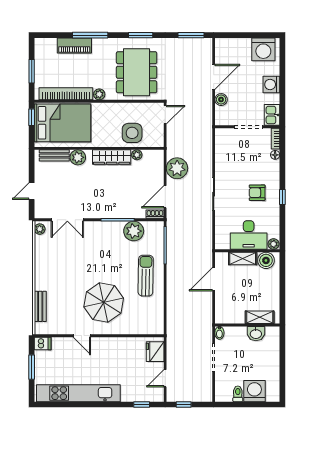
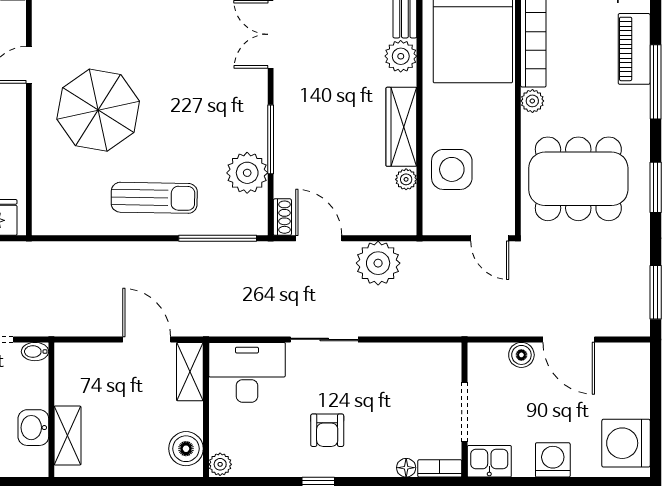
armchair: (257, 193) -> (327, 430), turned 180
desk: (249, 235) -> (247, 372), moved, turned 90
shelving: (243, 259) -> (190, 372), moved

